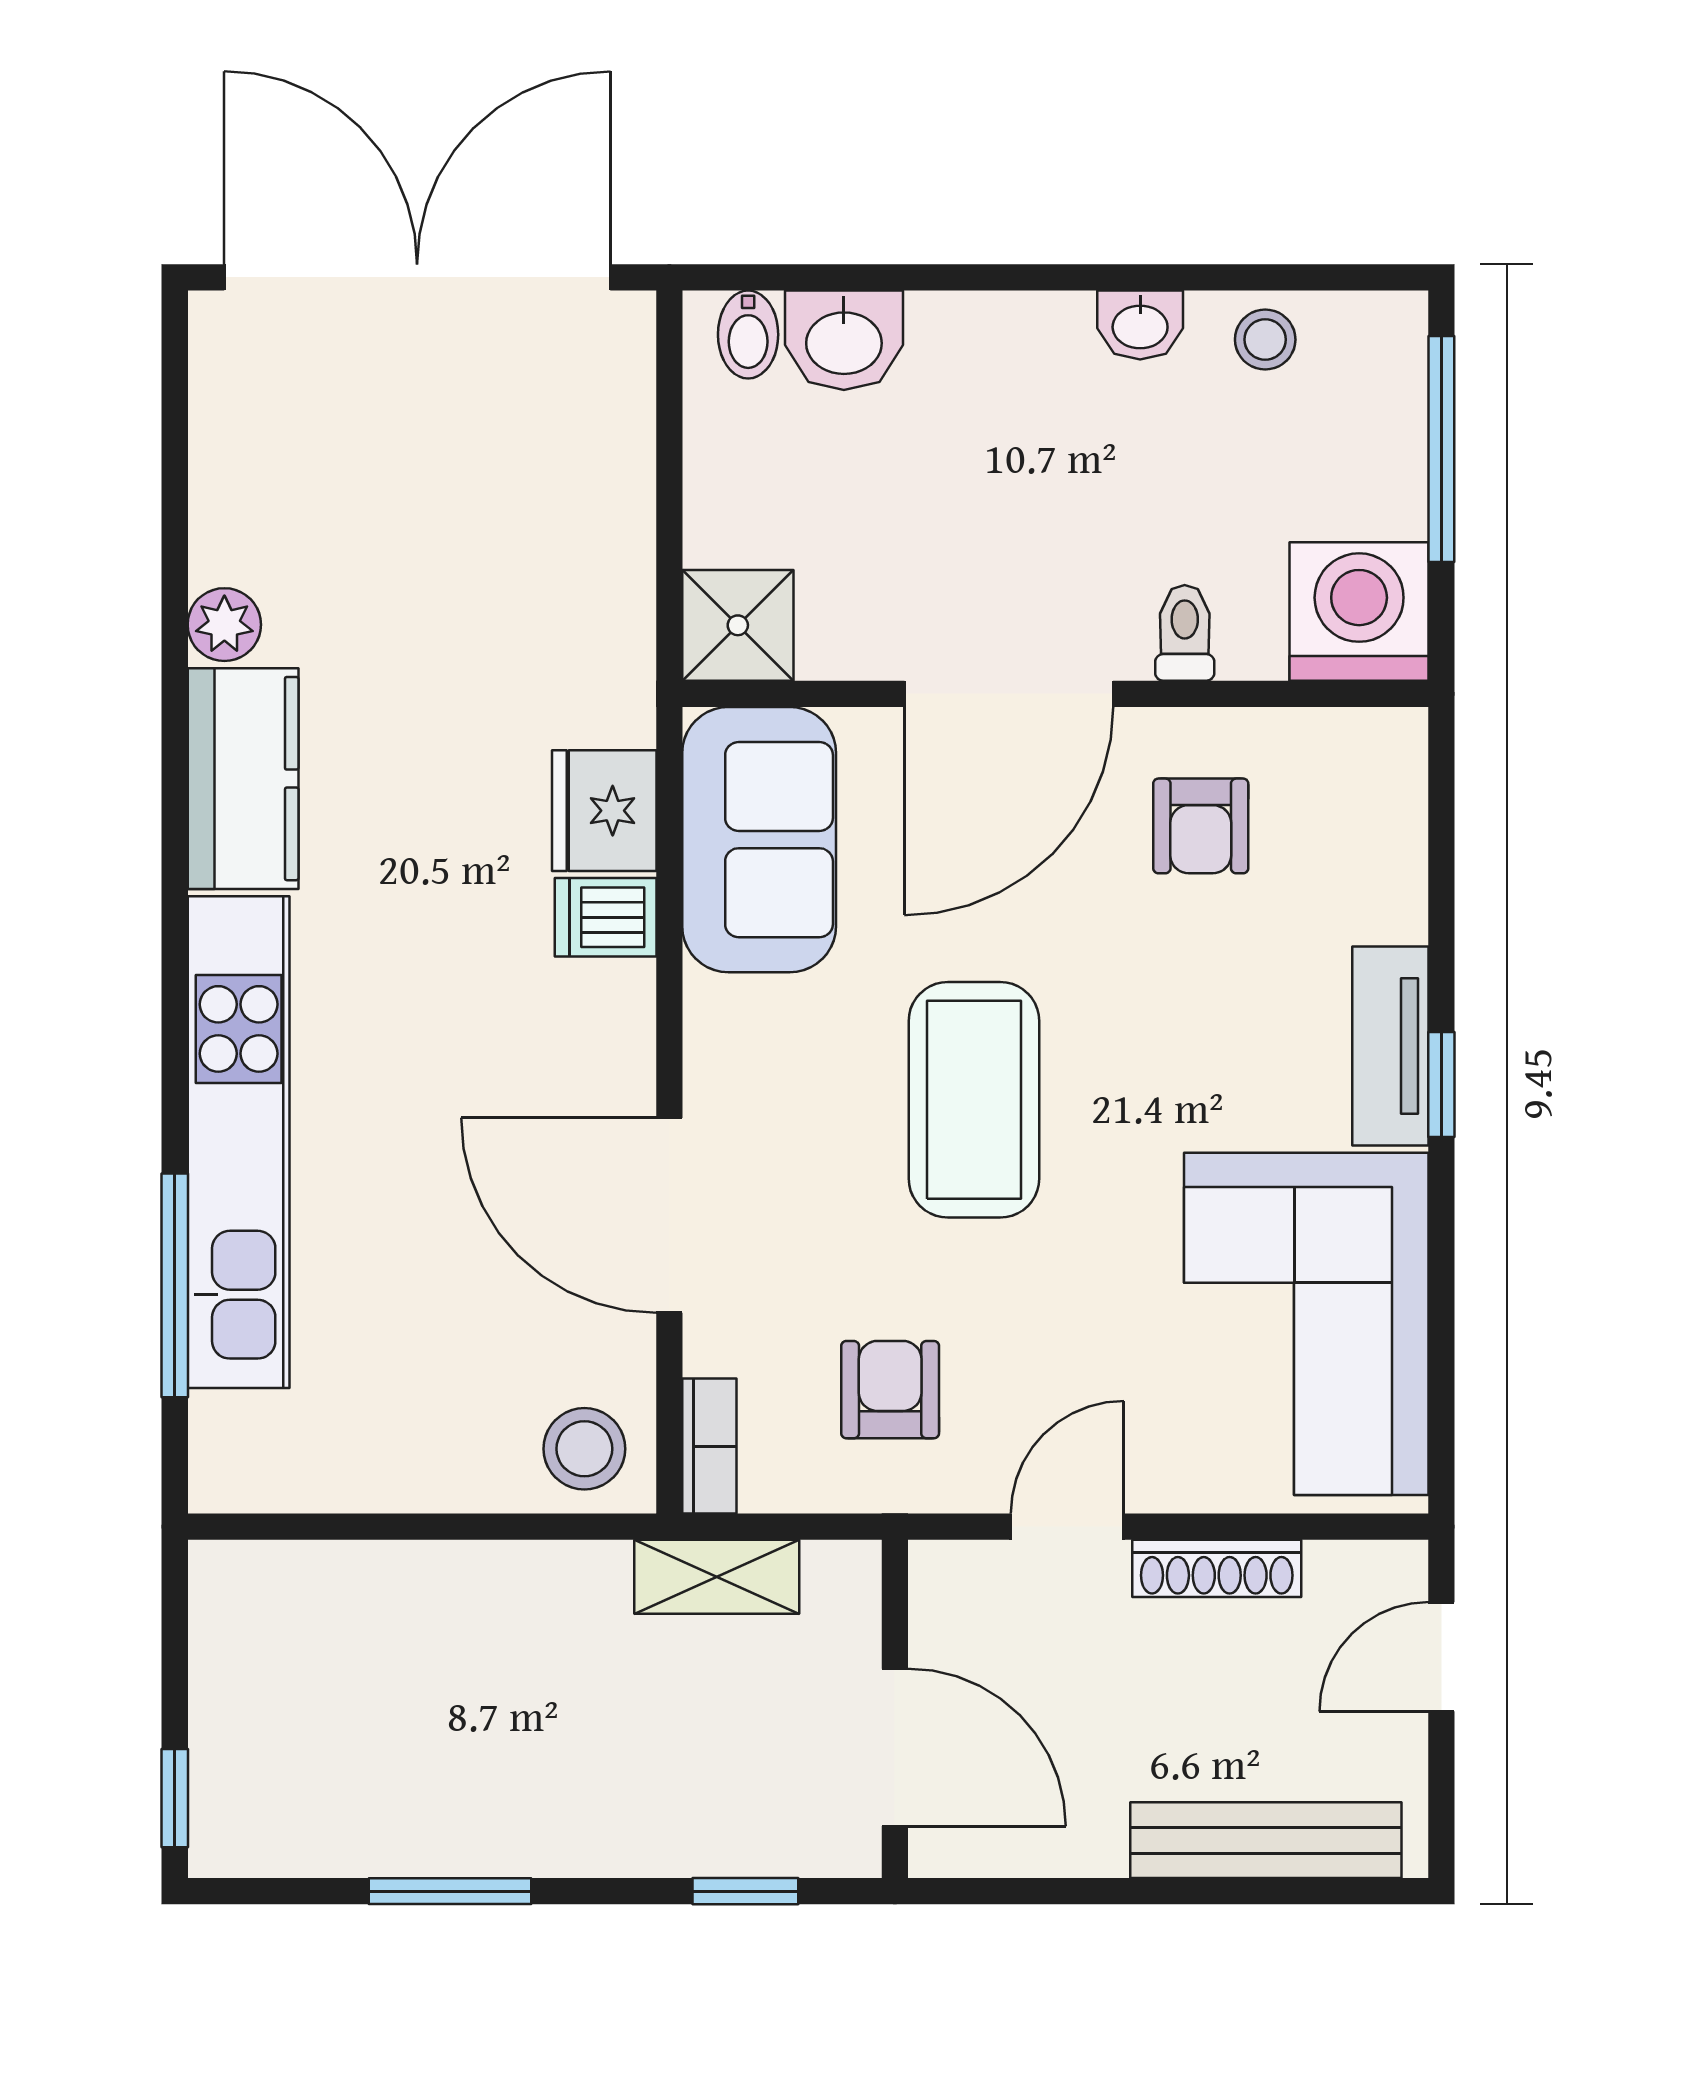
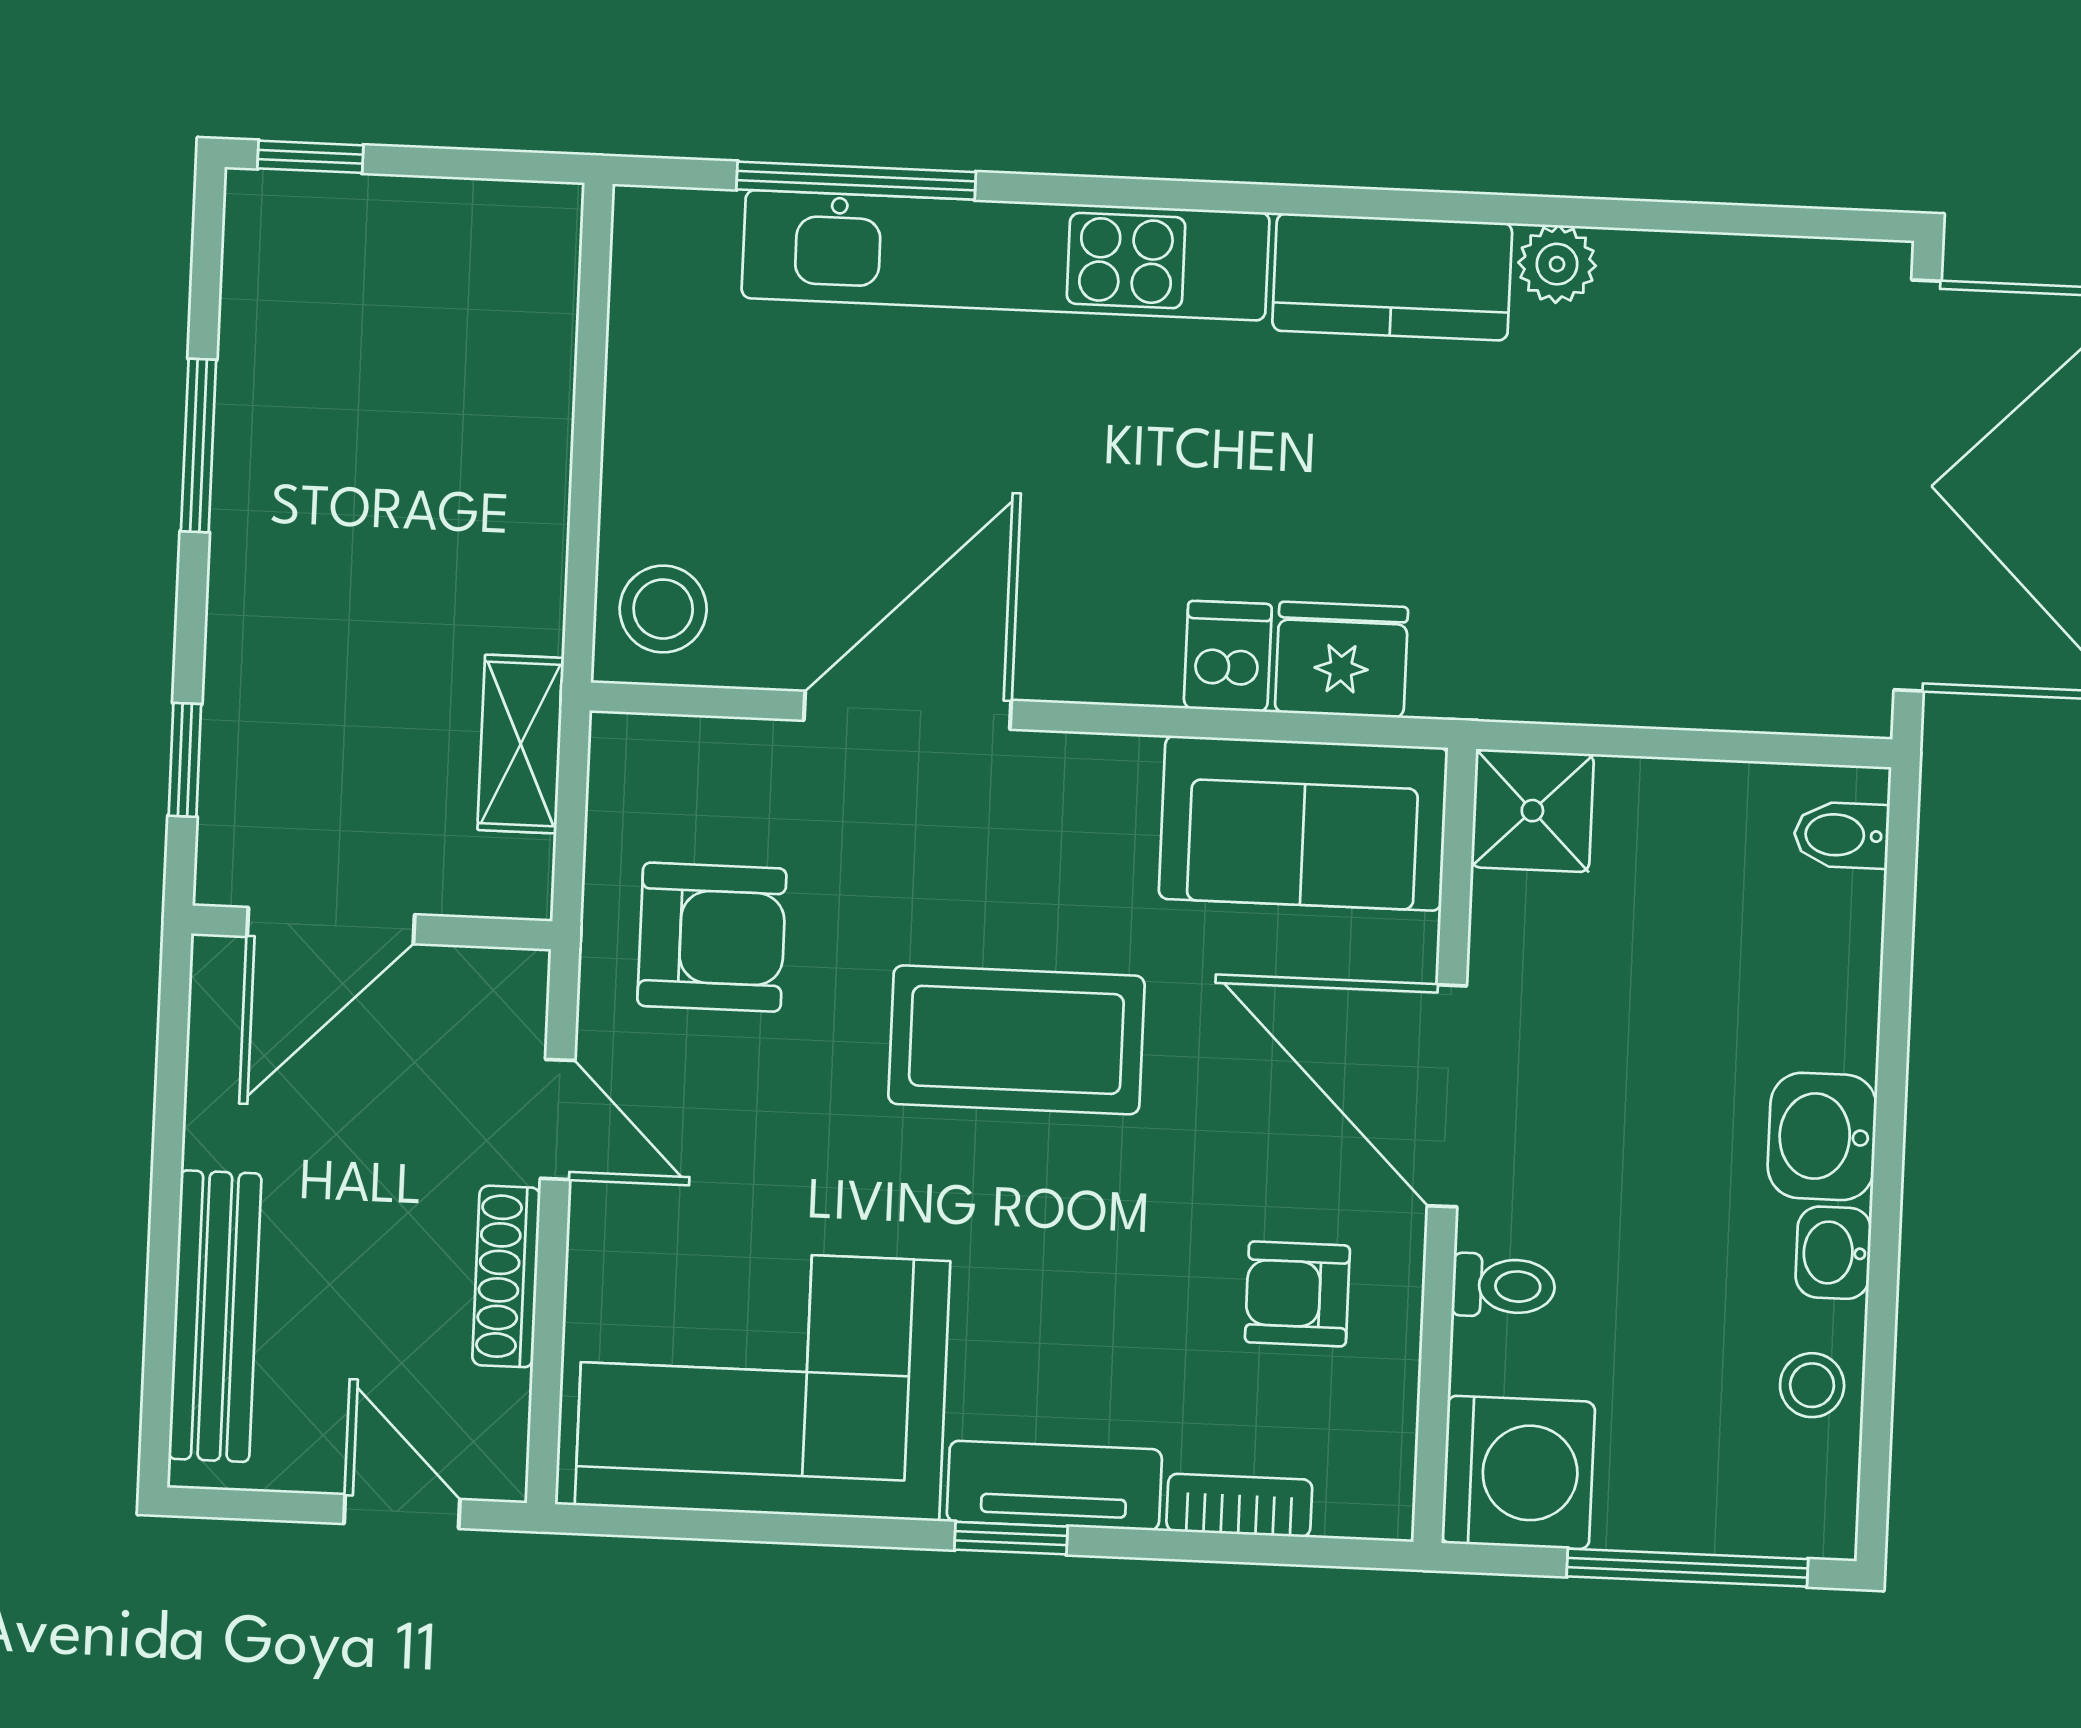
washbasin: (844, 340) -> (1822, 1136), moved
armchair: (890, 1390) -> (712, 937), width x1.38, depth x1.38
bookcase: (709, 1446) -> (1239, 1505), moved, turned 180

